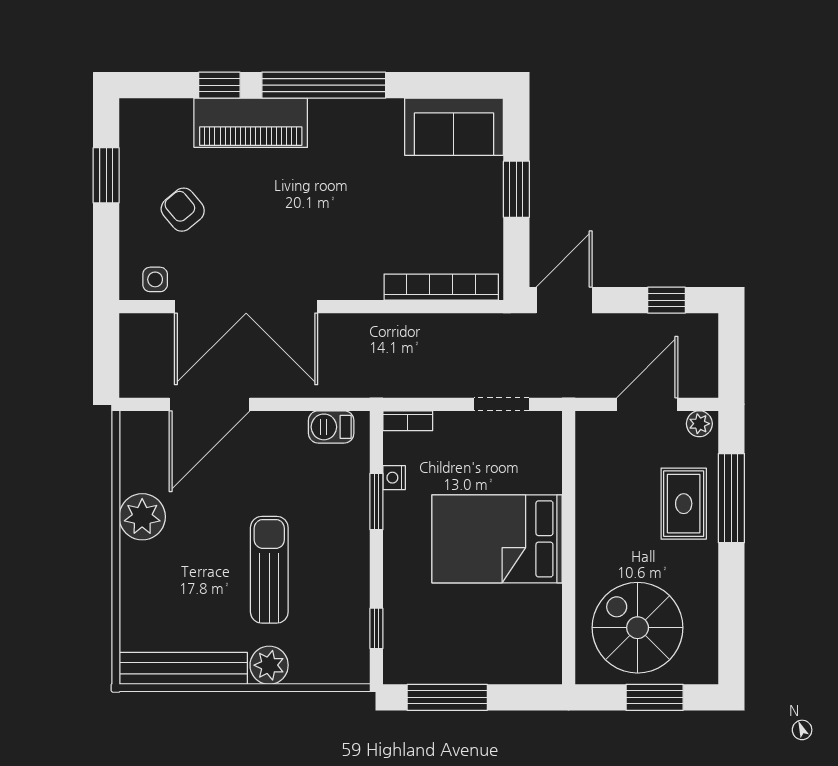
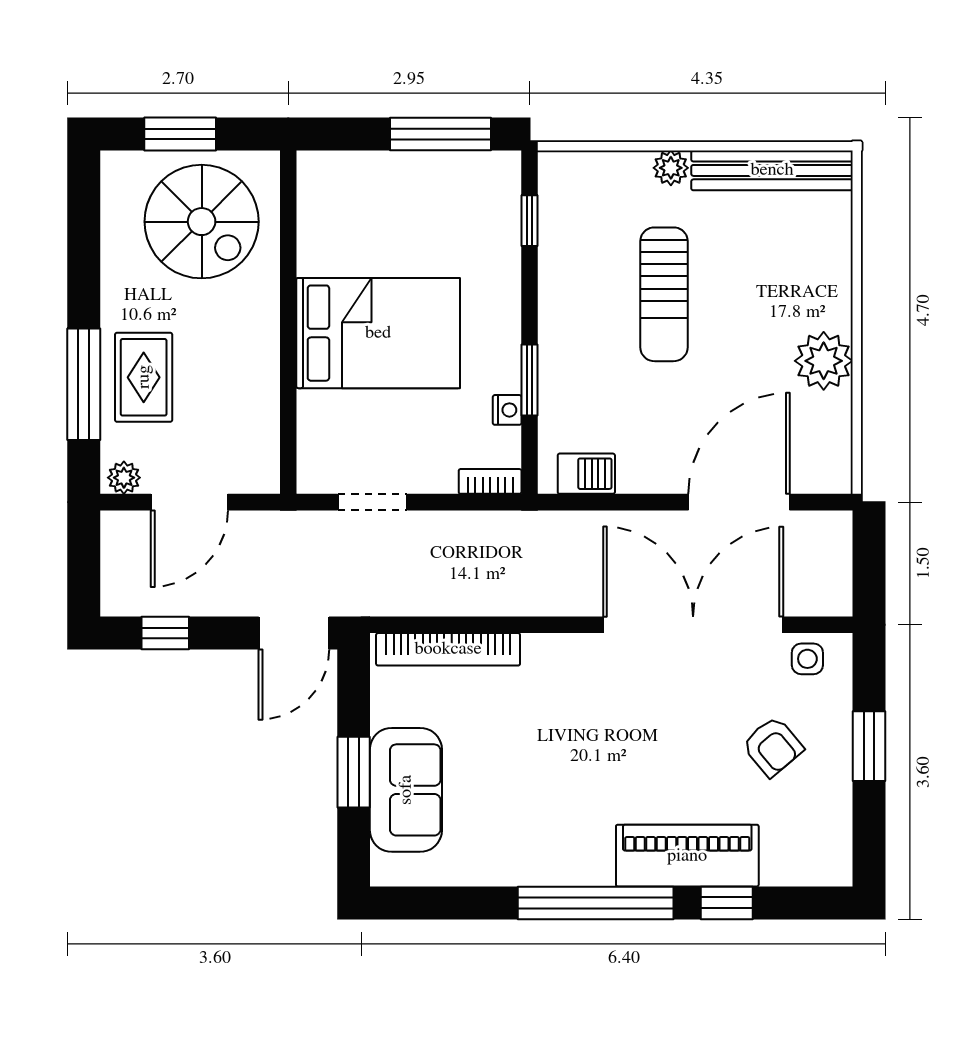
sofa: (454, 127) -> (406, 790), moved, turned 90
window: (106, 175) -> (869, 746), moved
plant: (269, 665) -> (671, 168), width x0.73, depth x0.73

